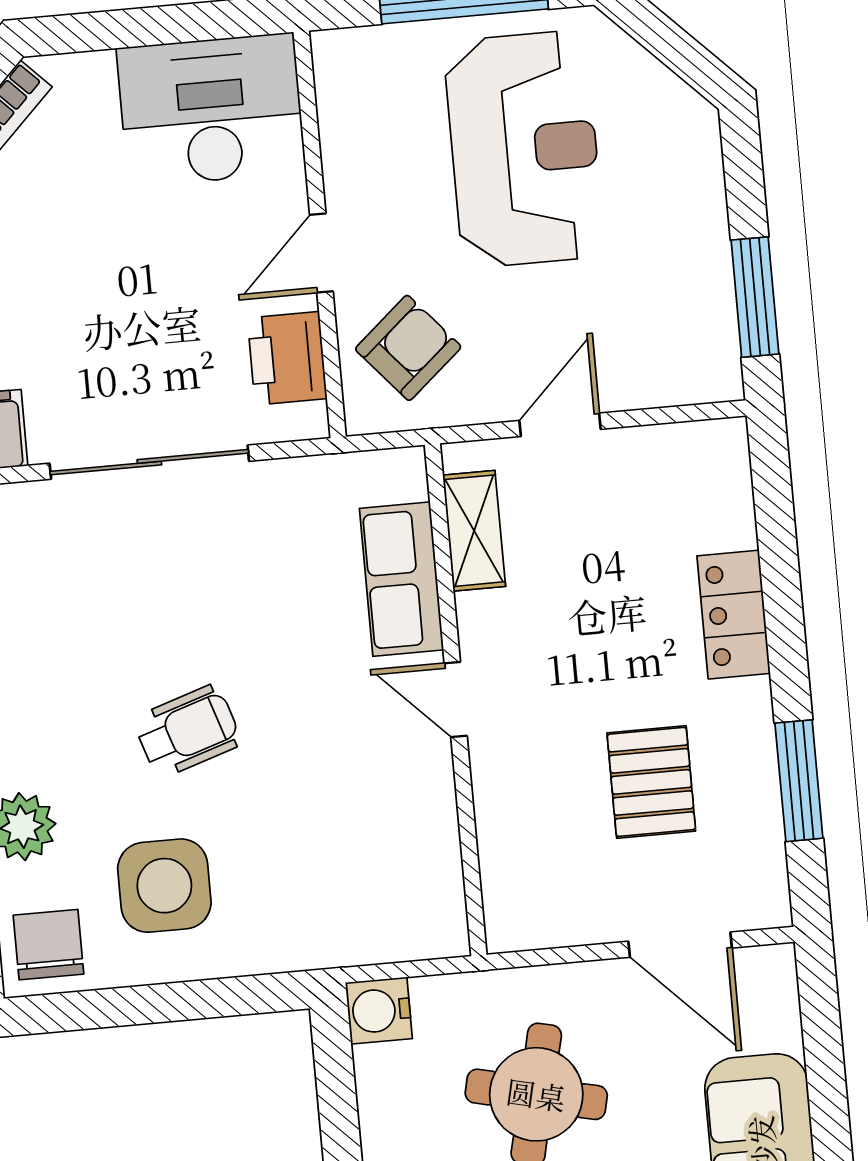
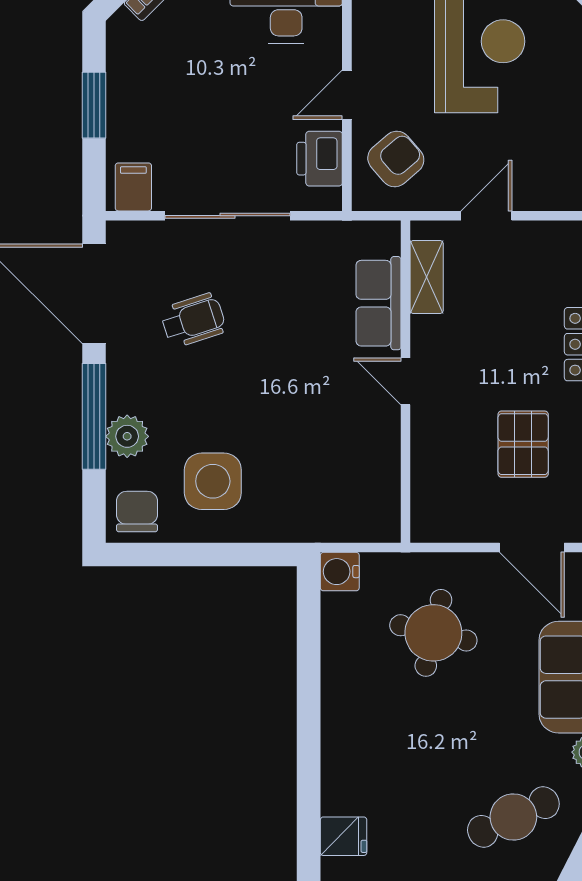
wheelchair: (187, 731) -> (193, 320), moved

